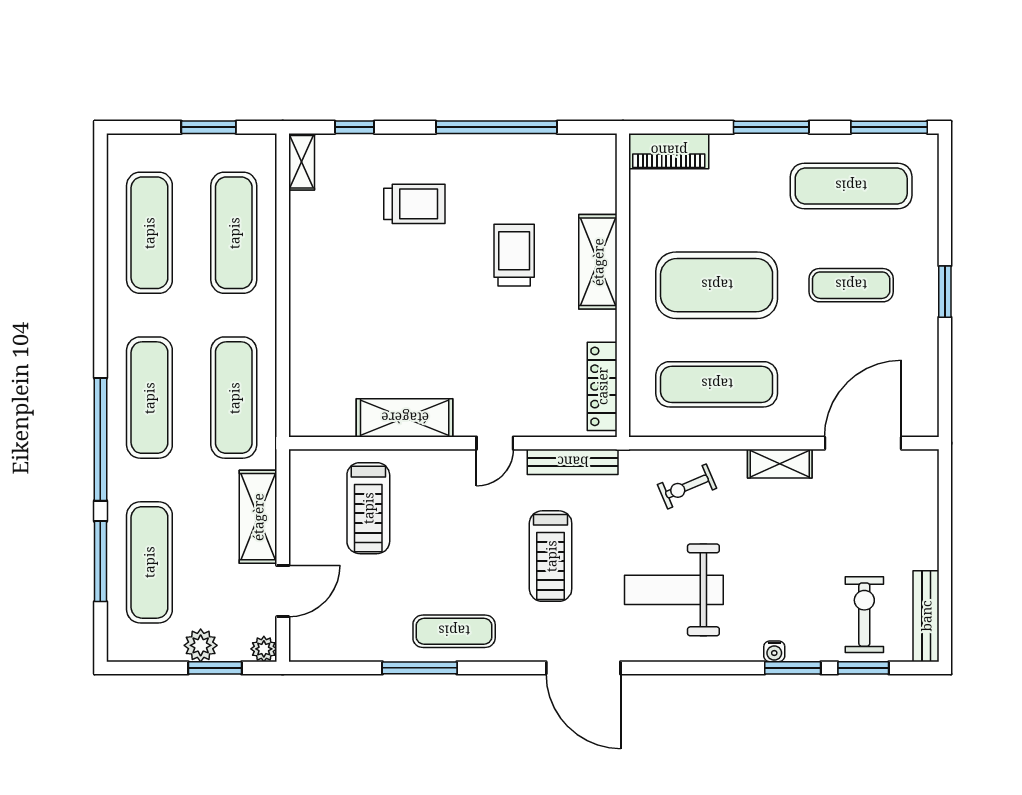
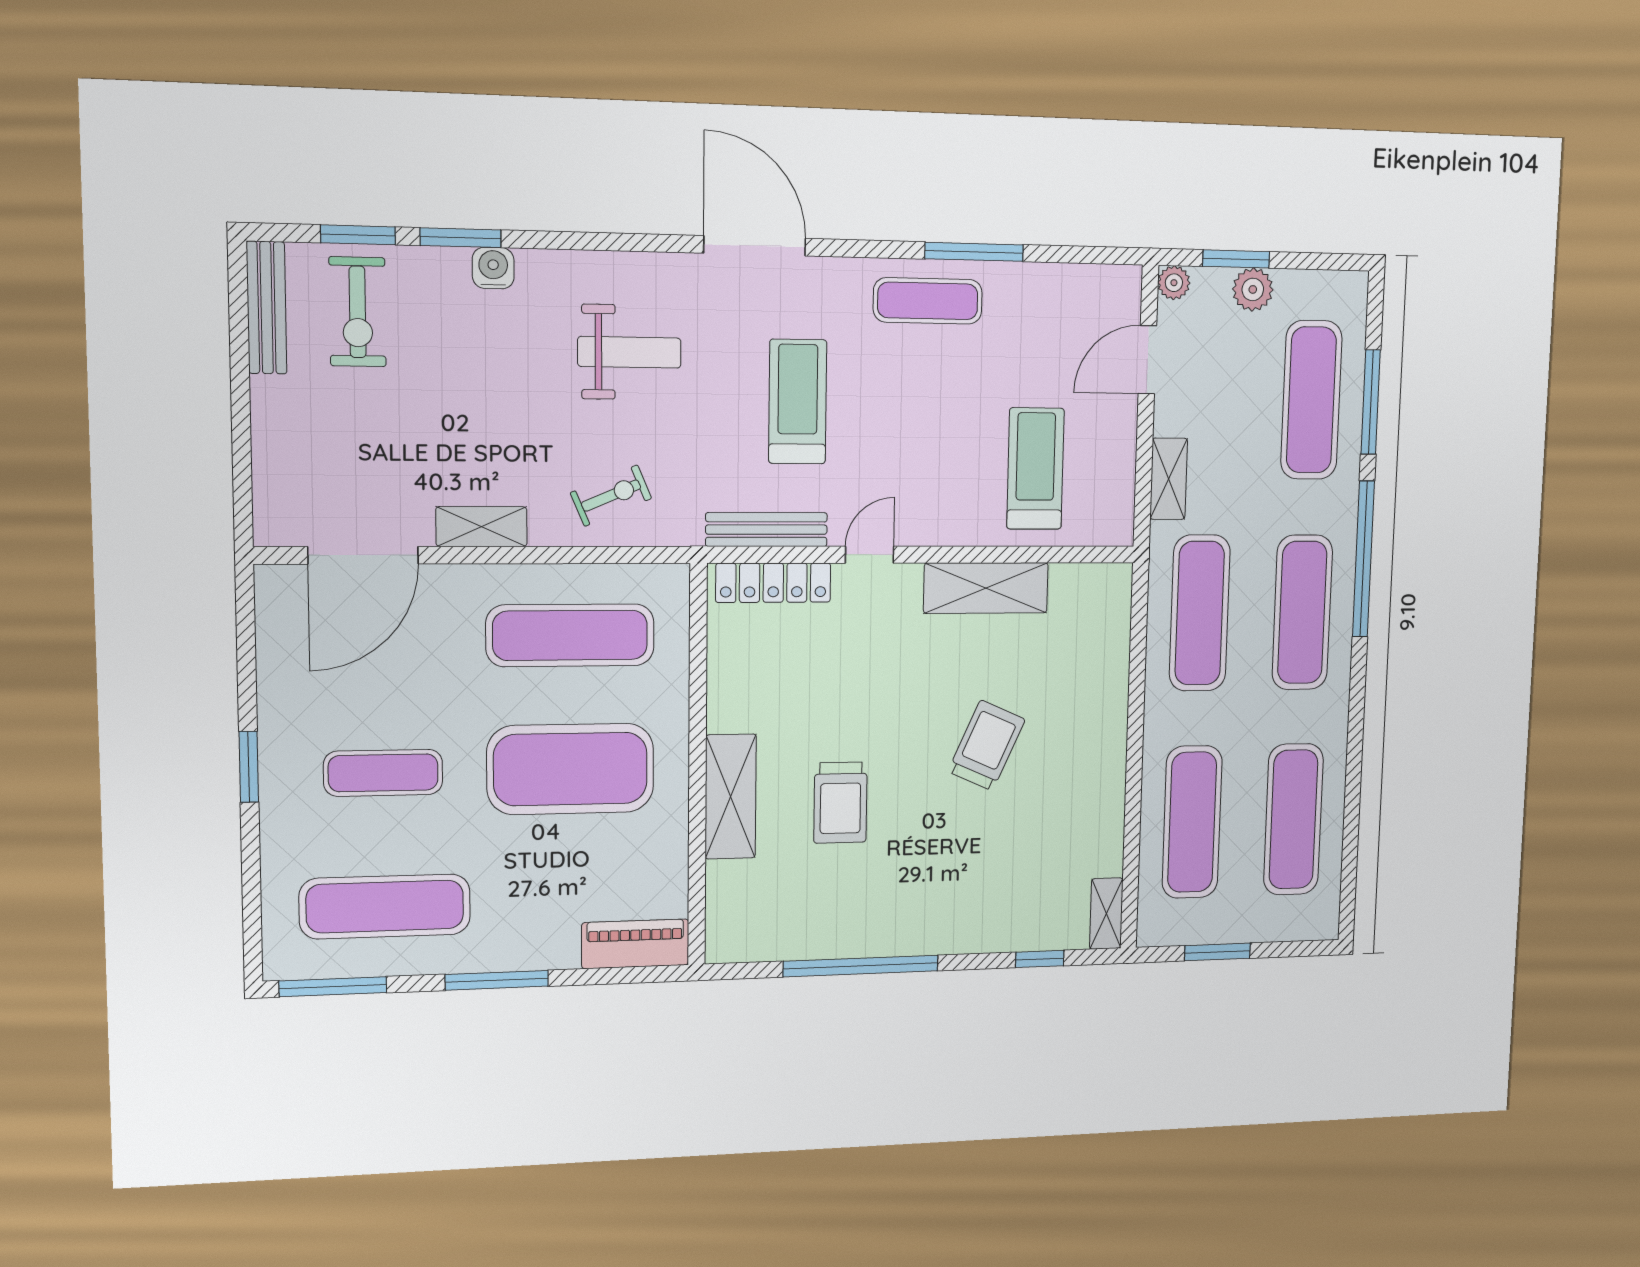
trolley: (414, 204) -> (987, 745), moved, turned 114
locker: (602, 386) -> (773, 583), moved, turned 90
shelving: (258, 517) -> (1169, 479), width x0.67, depth x0.75
weight bench: (674, 590) -> (629, 352), width x0.73, depth x0.75
water cooler: (774, 651) -> (493, 268), width x1.38, depth x1.38

